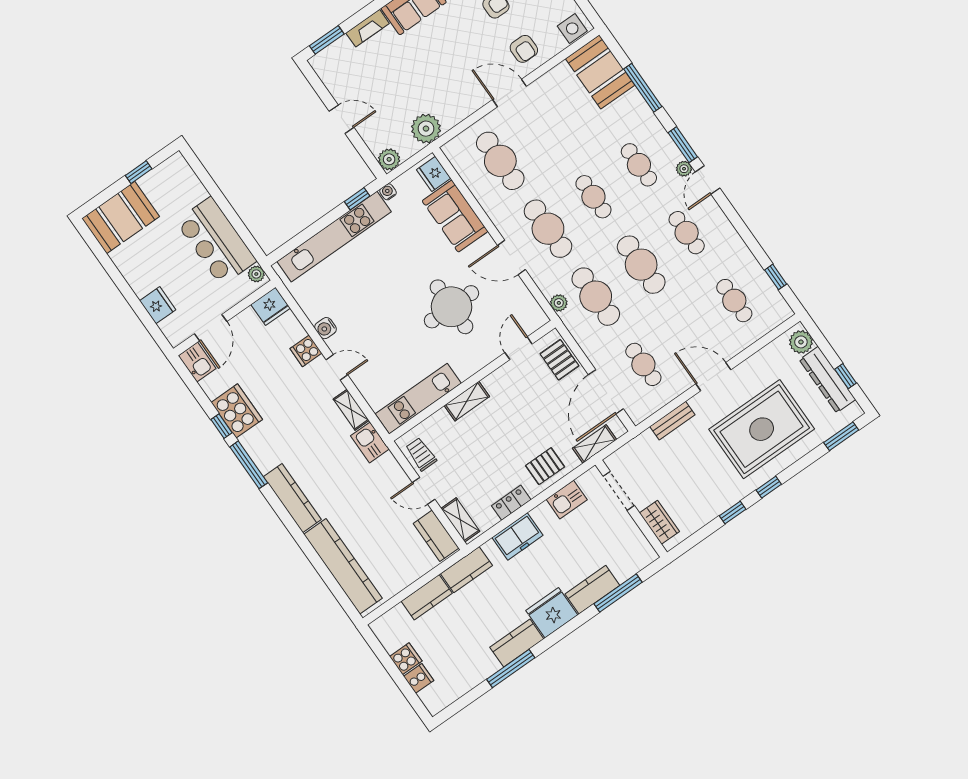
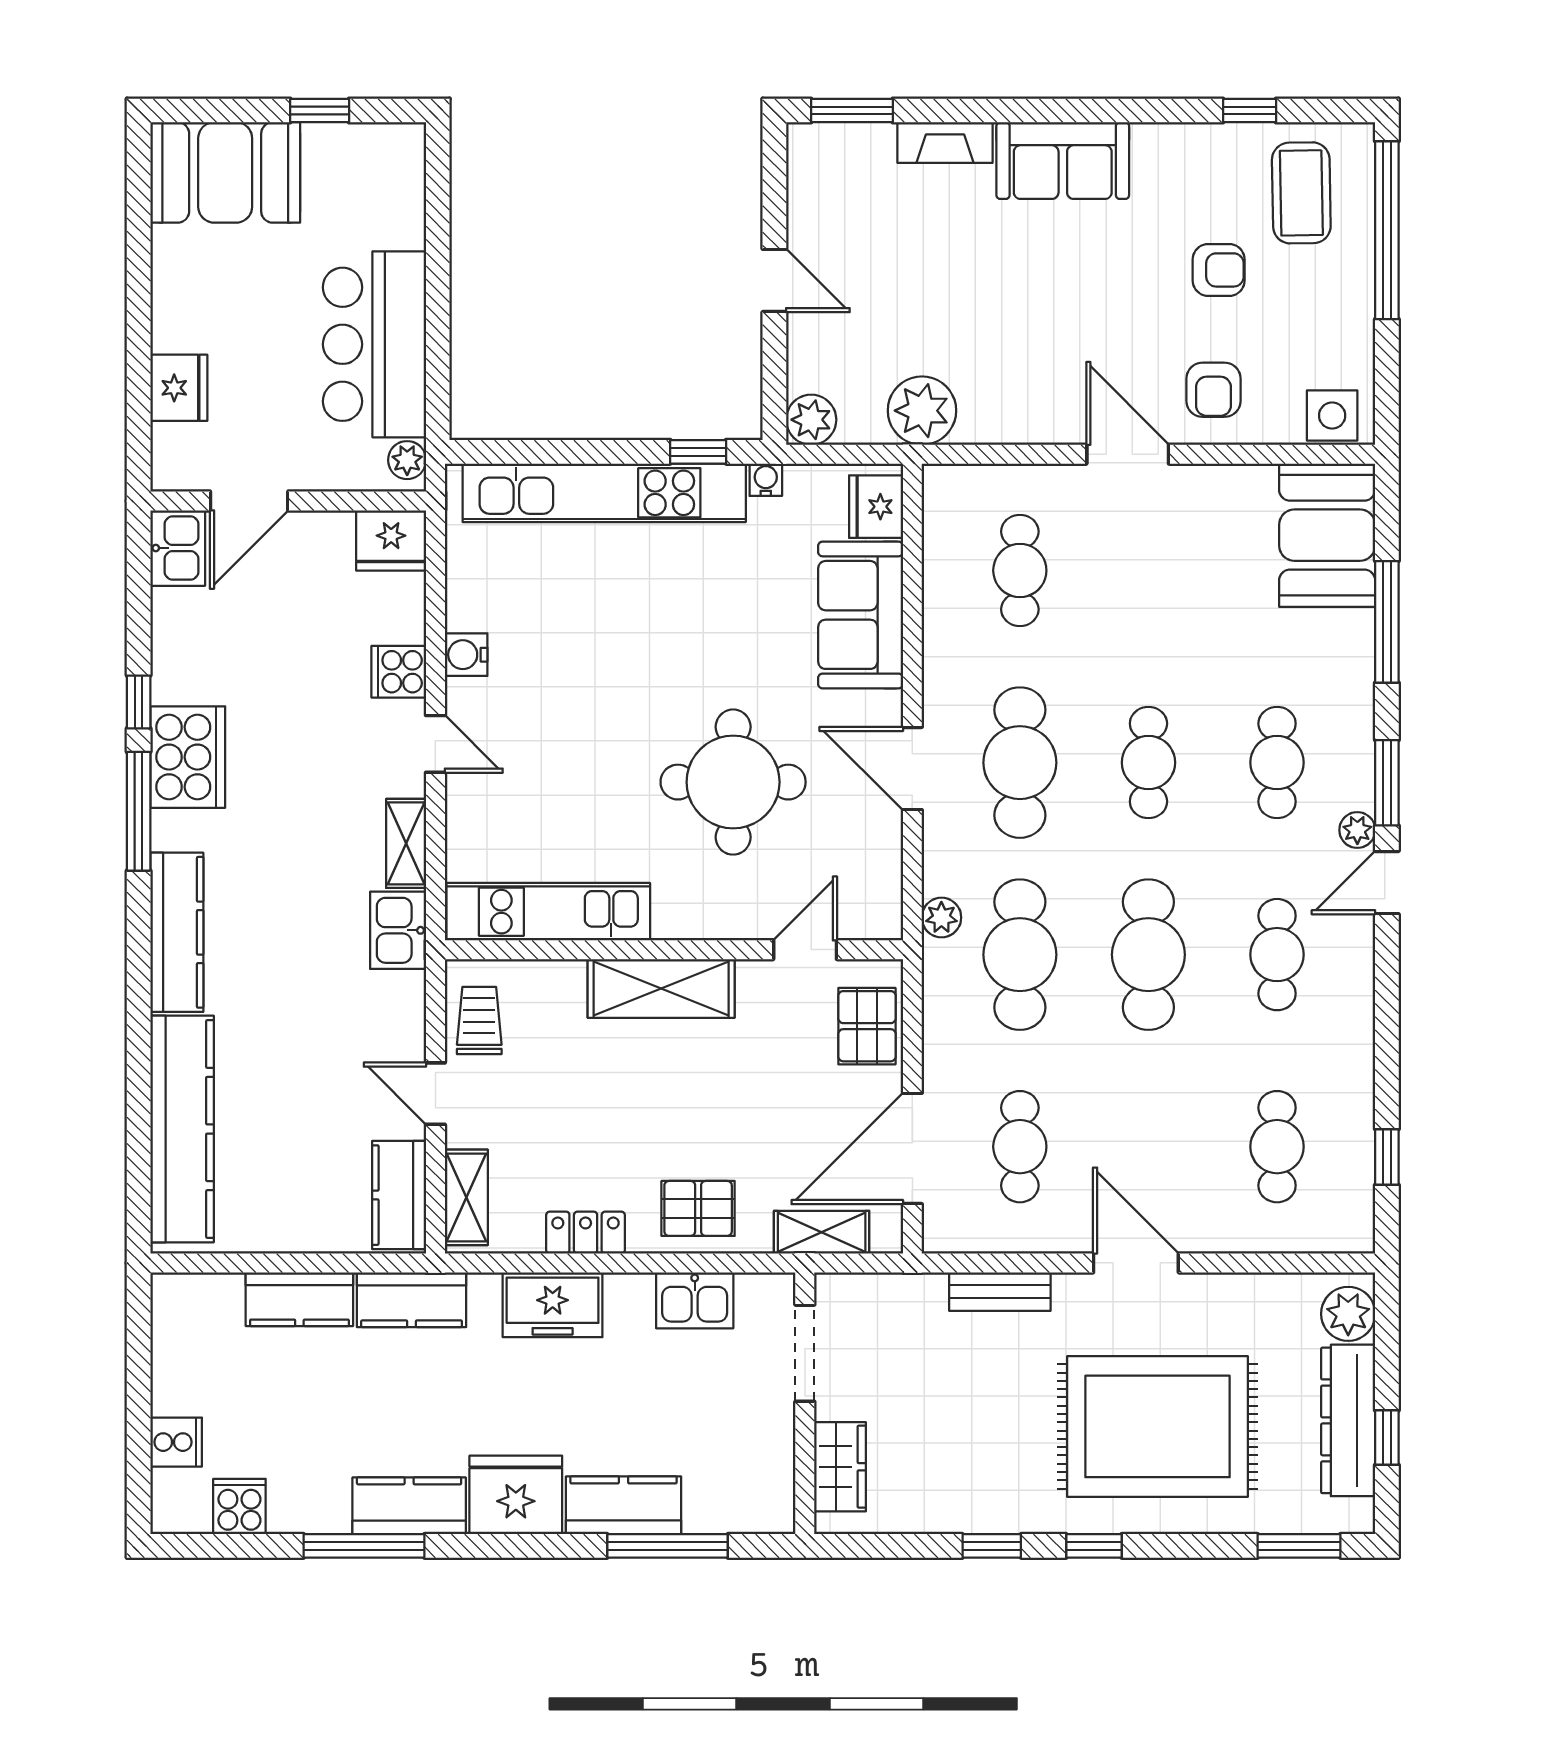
cafe table: (500, 161) -> (1020, 570), width x0.73, depth x0.74
shelving: (467, 401) -> (661, 988), width x1.50, depth x1.33
cooker: (237, 411) -> (188, 757), moved
cooker: (406, 659) -> (239, 1506), moved, turned -90

